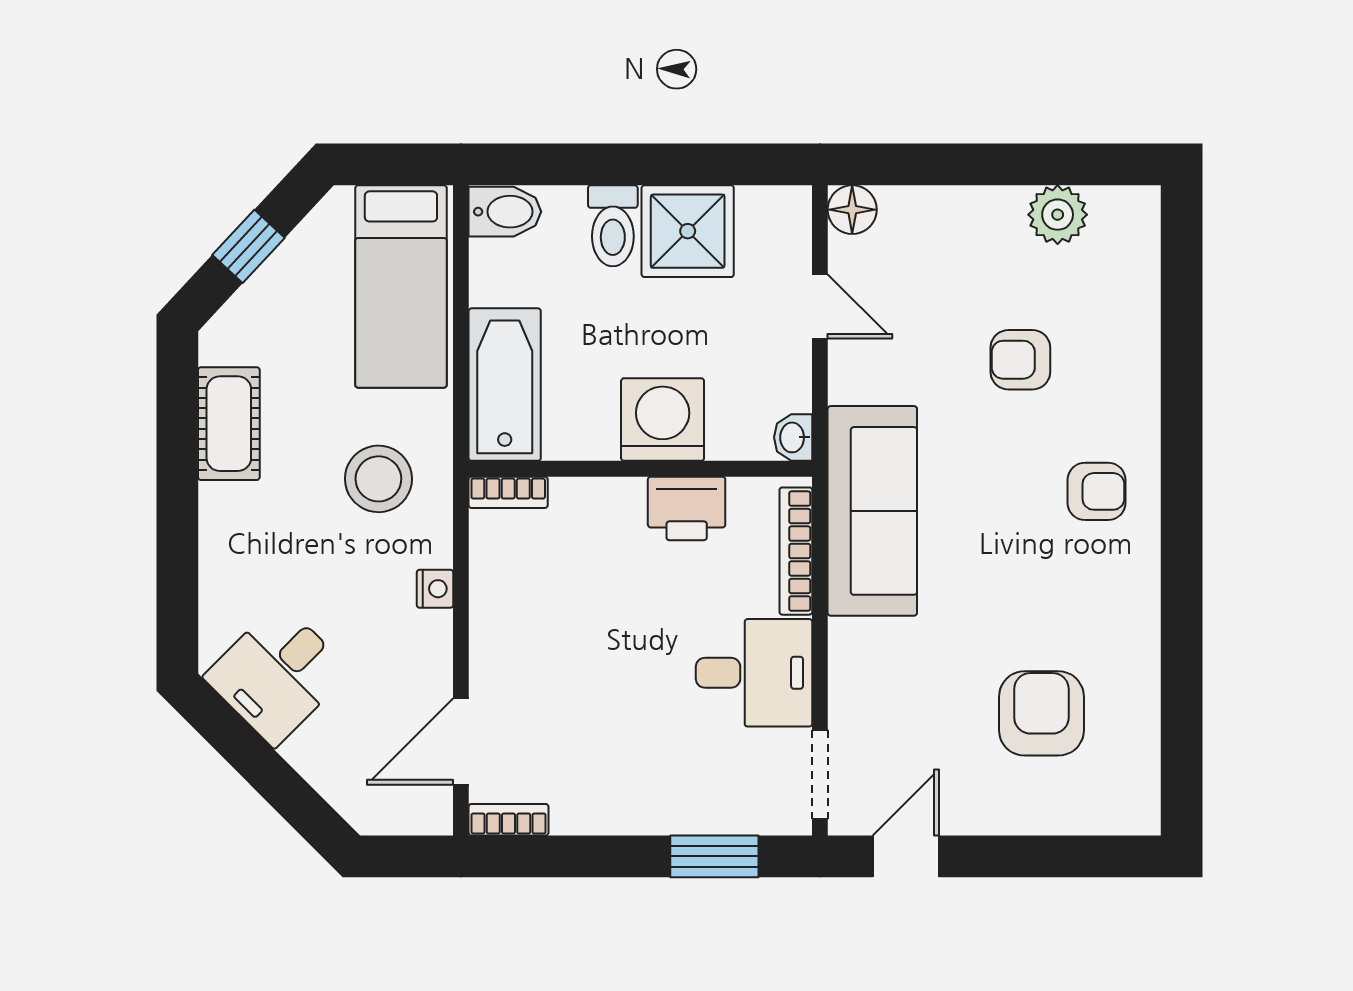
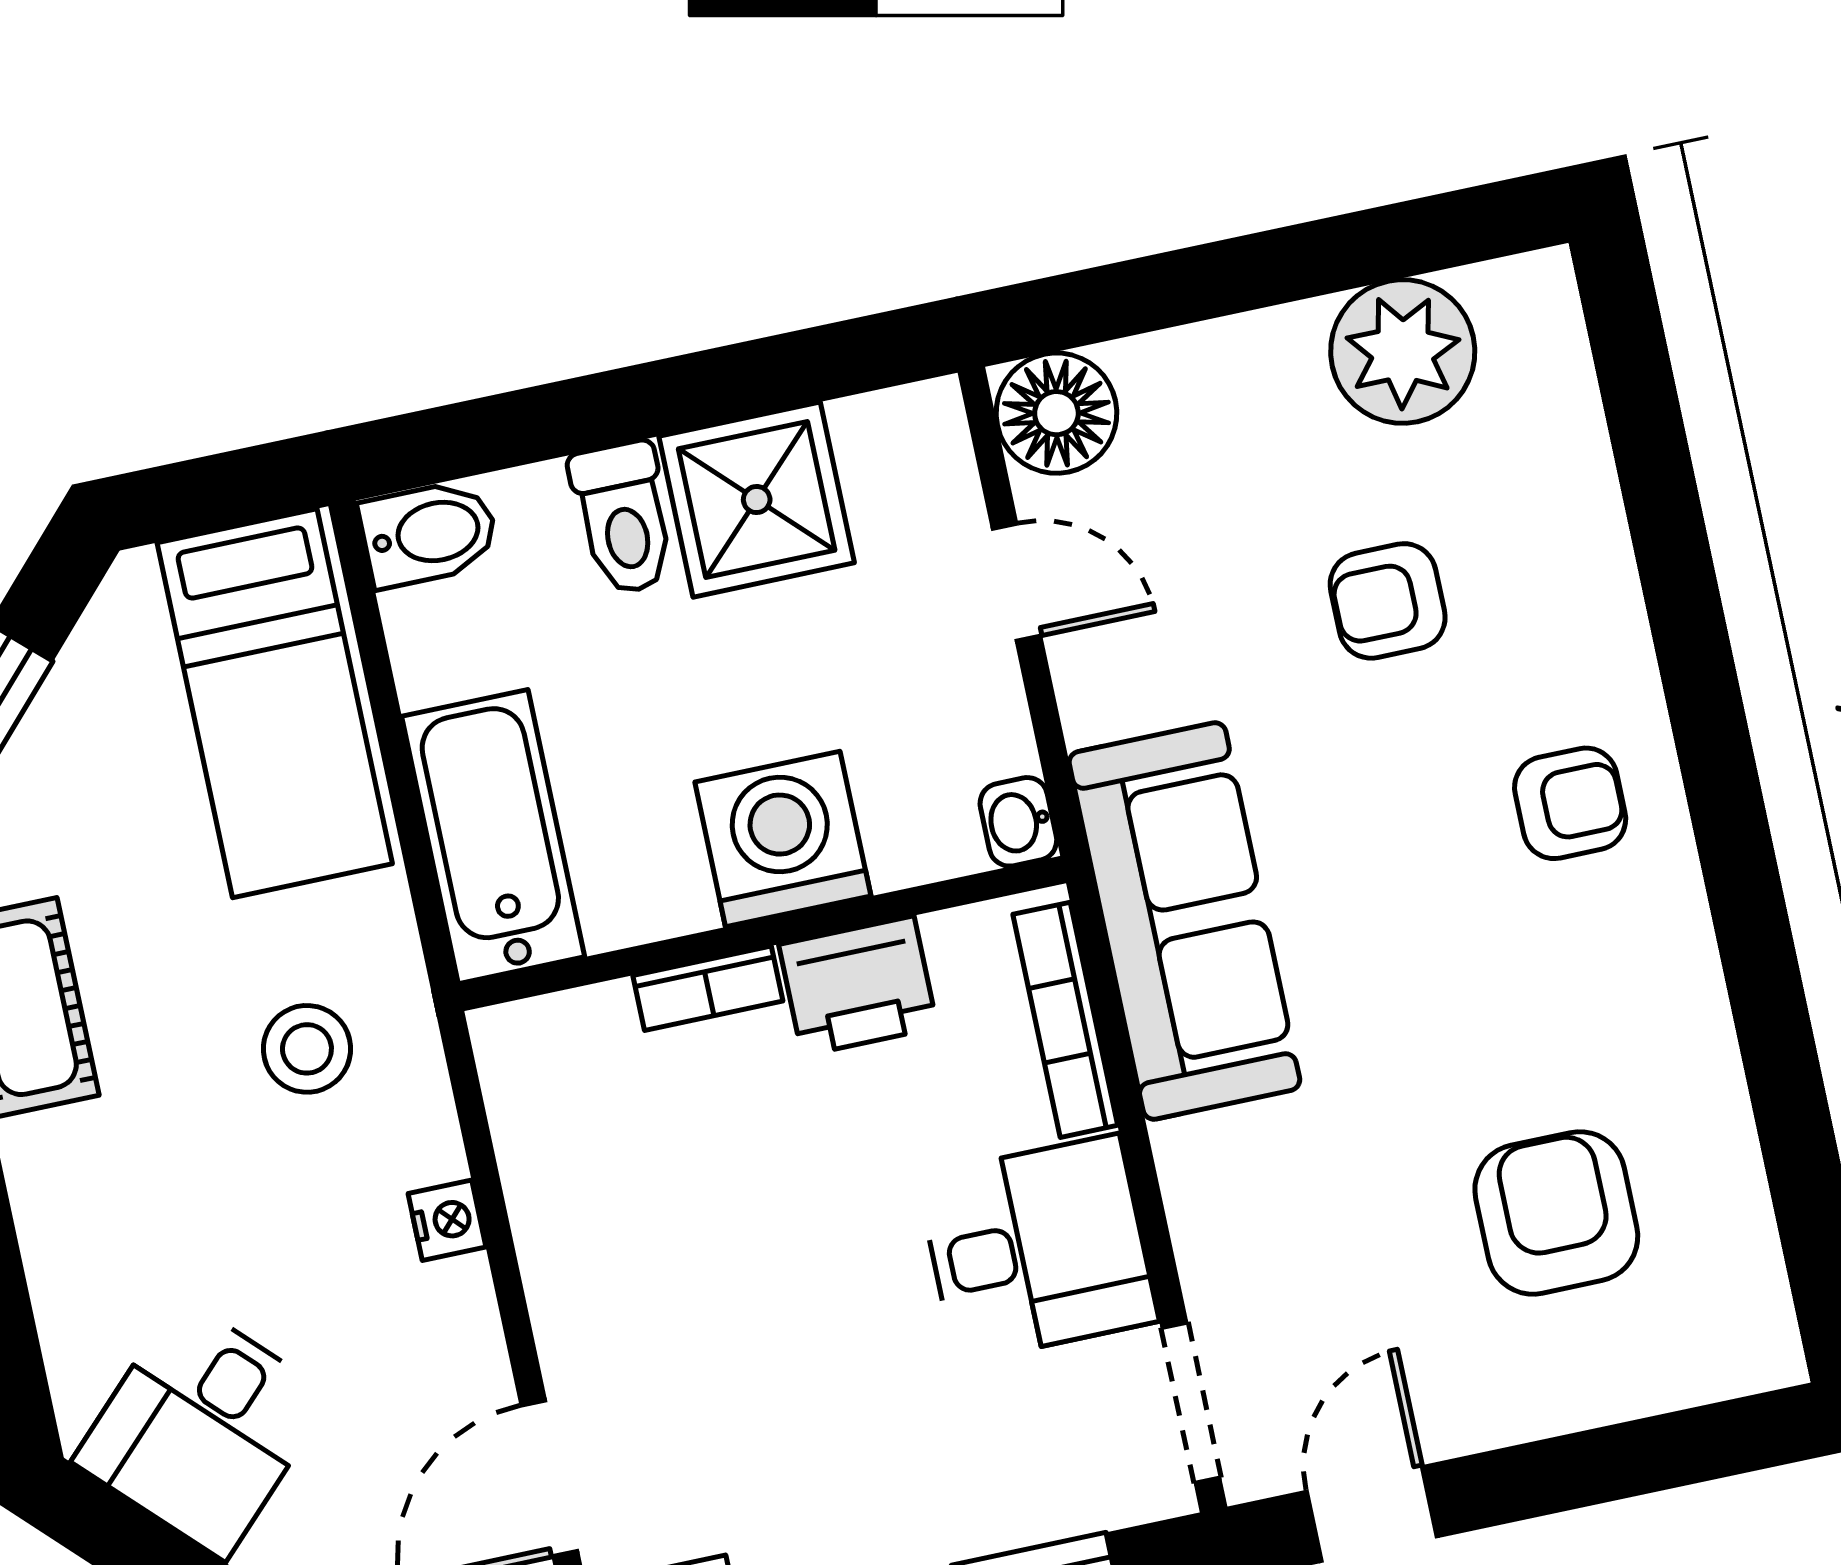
floor lamp: (852, 210) -> (1056, 413), width x1.38, depth x1.38
plant: (1058, 215) -> (1403, 352), width x1.36, depth x1.36
stool: (378, 479) -> (307, 1049), width x0.73, depth x0.73
bookcase: (508, 492) -> (708, 988), moved

